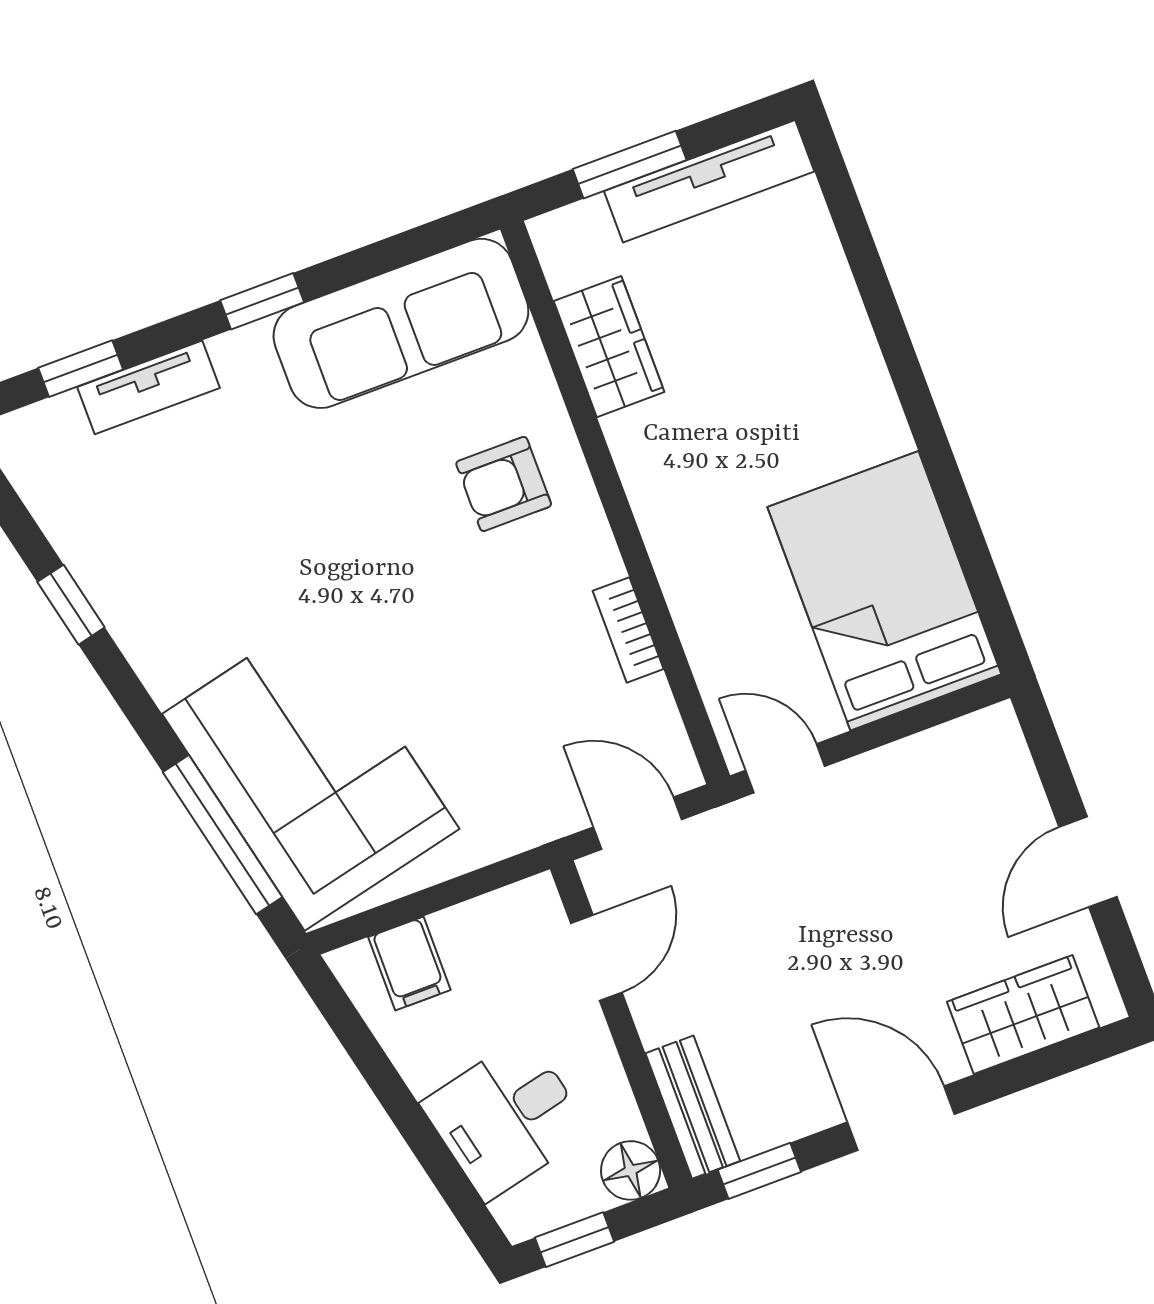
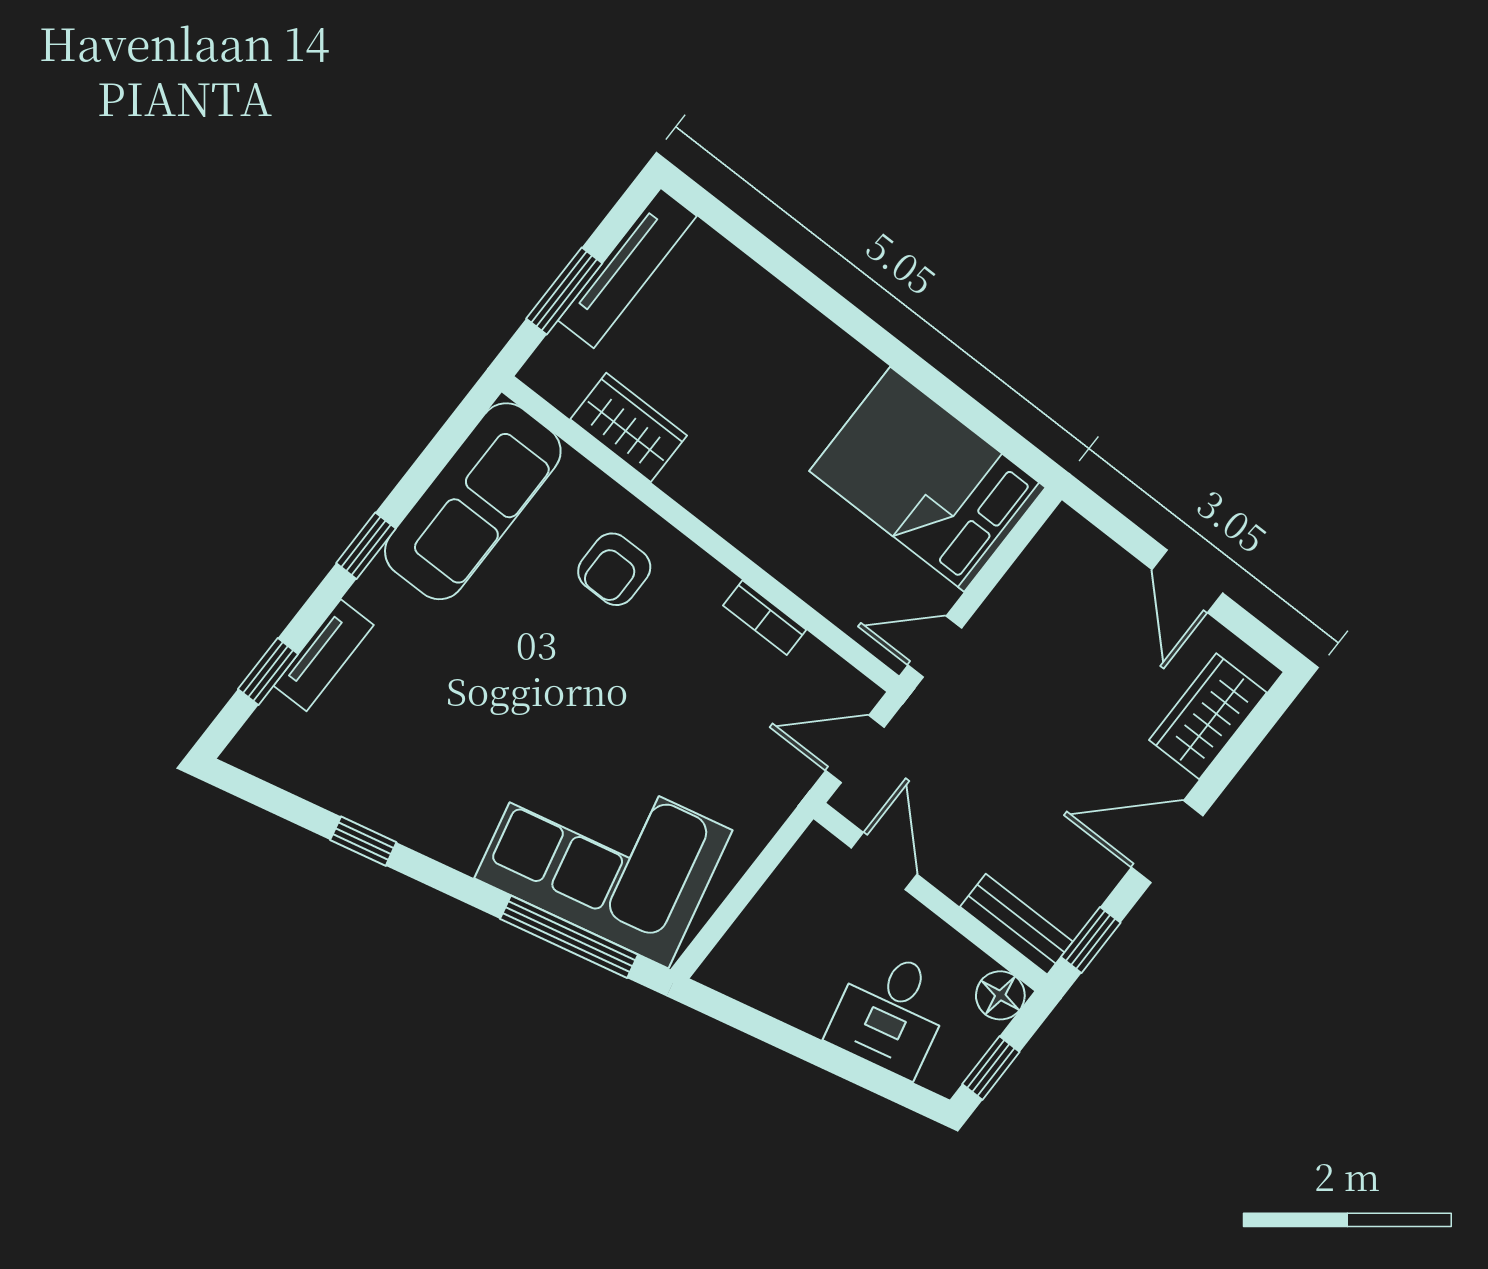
filing cabinet: (409, 963) -> (756, 946), removed

